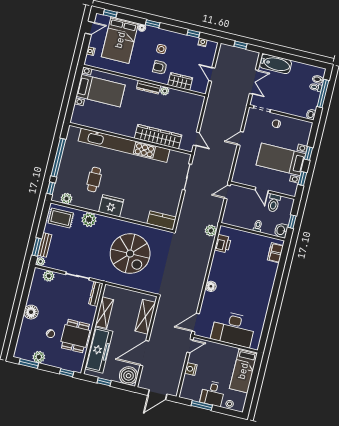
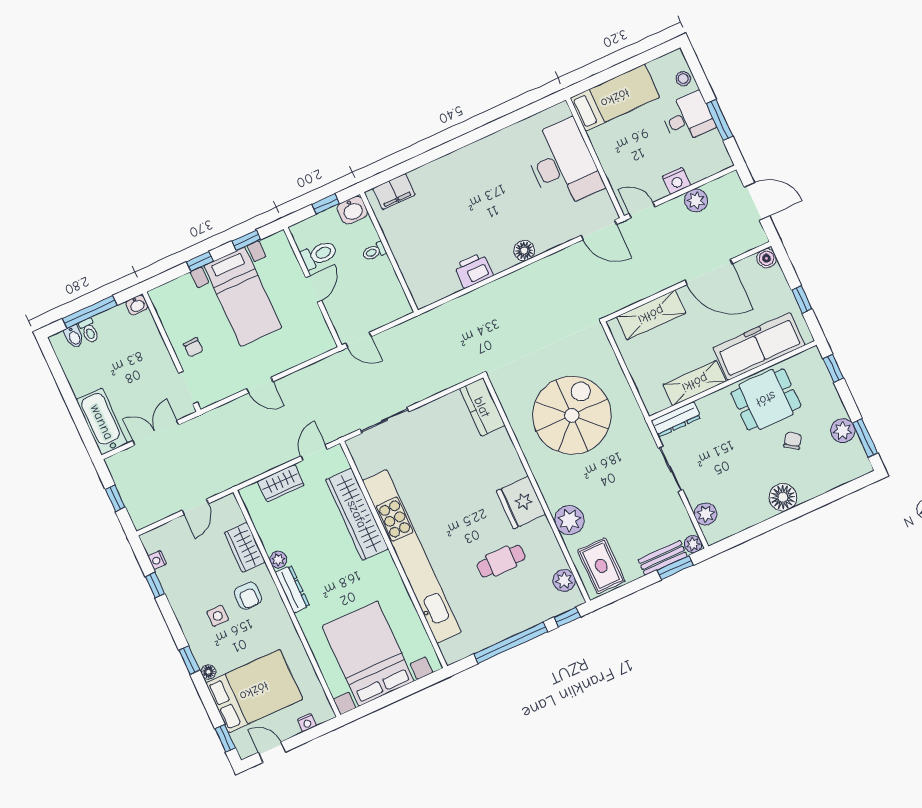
bed with nightstands: (101, 91) -> (368, 654), width x1.36
wardrobe: (194, 116) -> (281, 483), added
plant: (211, 231) -> (696, 200), moved
printer: (223, 244) -> (474, 270), moved
boiler: (129, 376) -> (767, 258), width x0.54, depth x0.54

